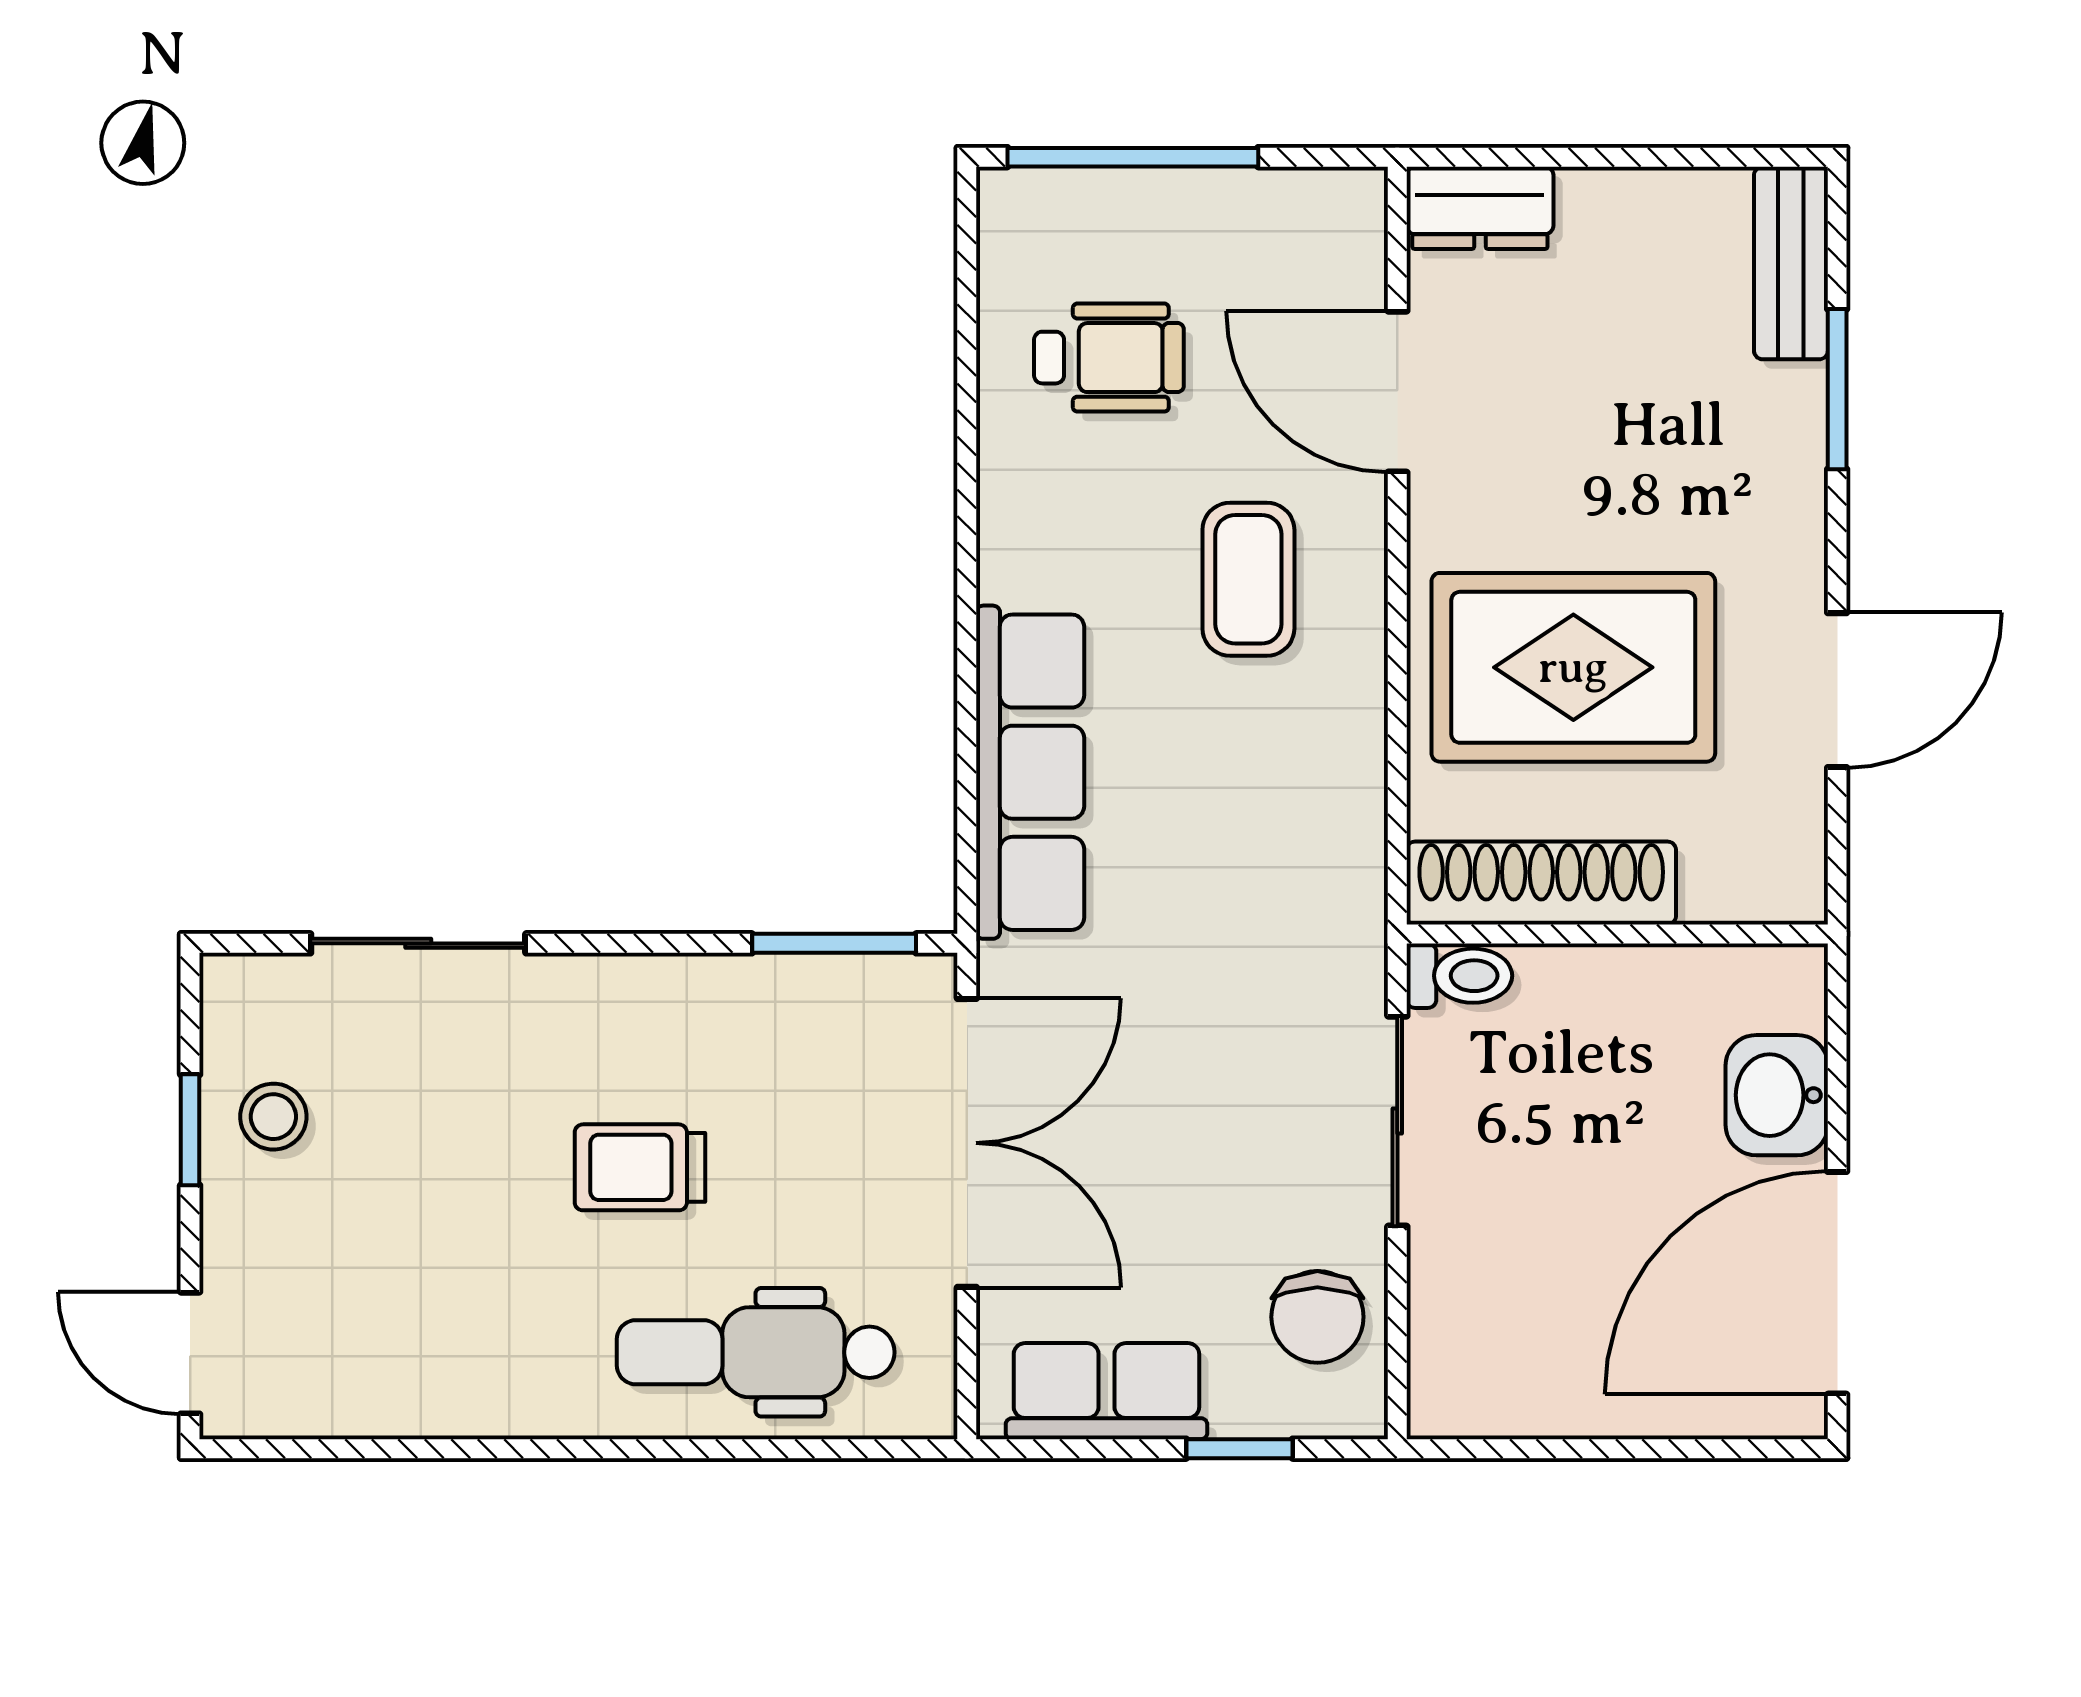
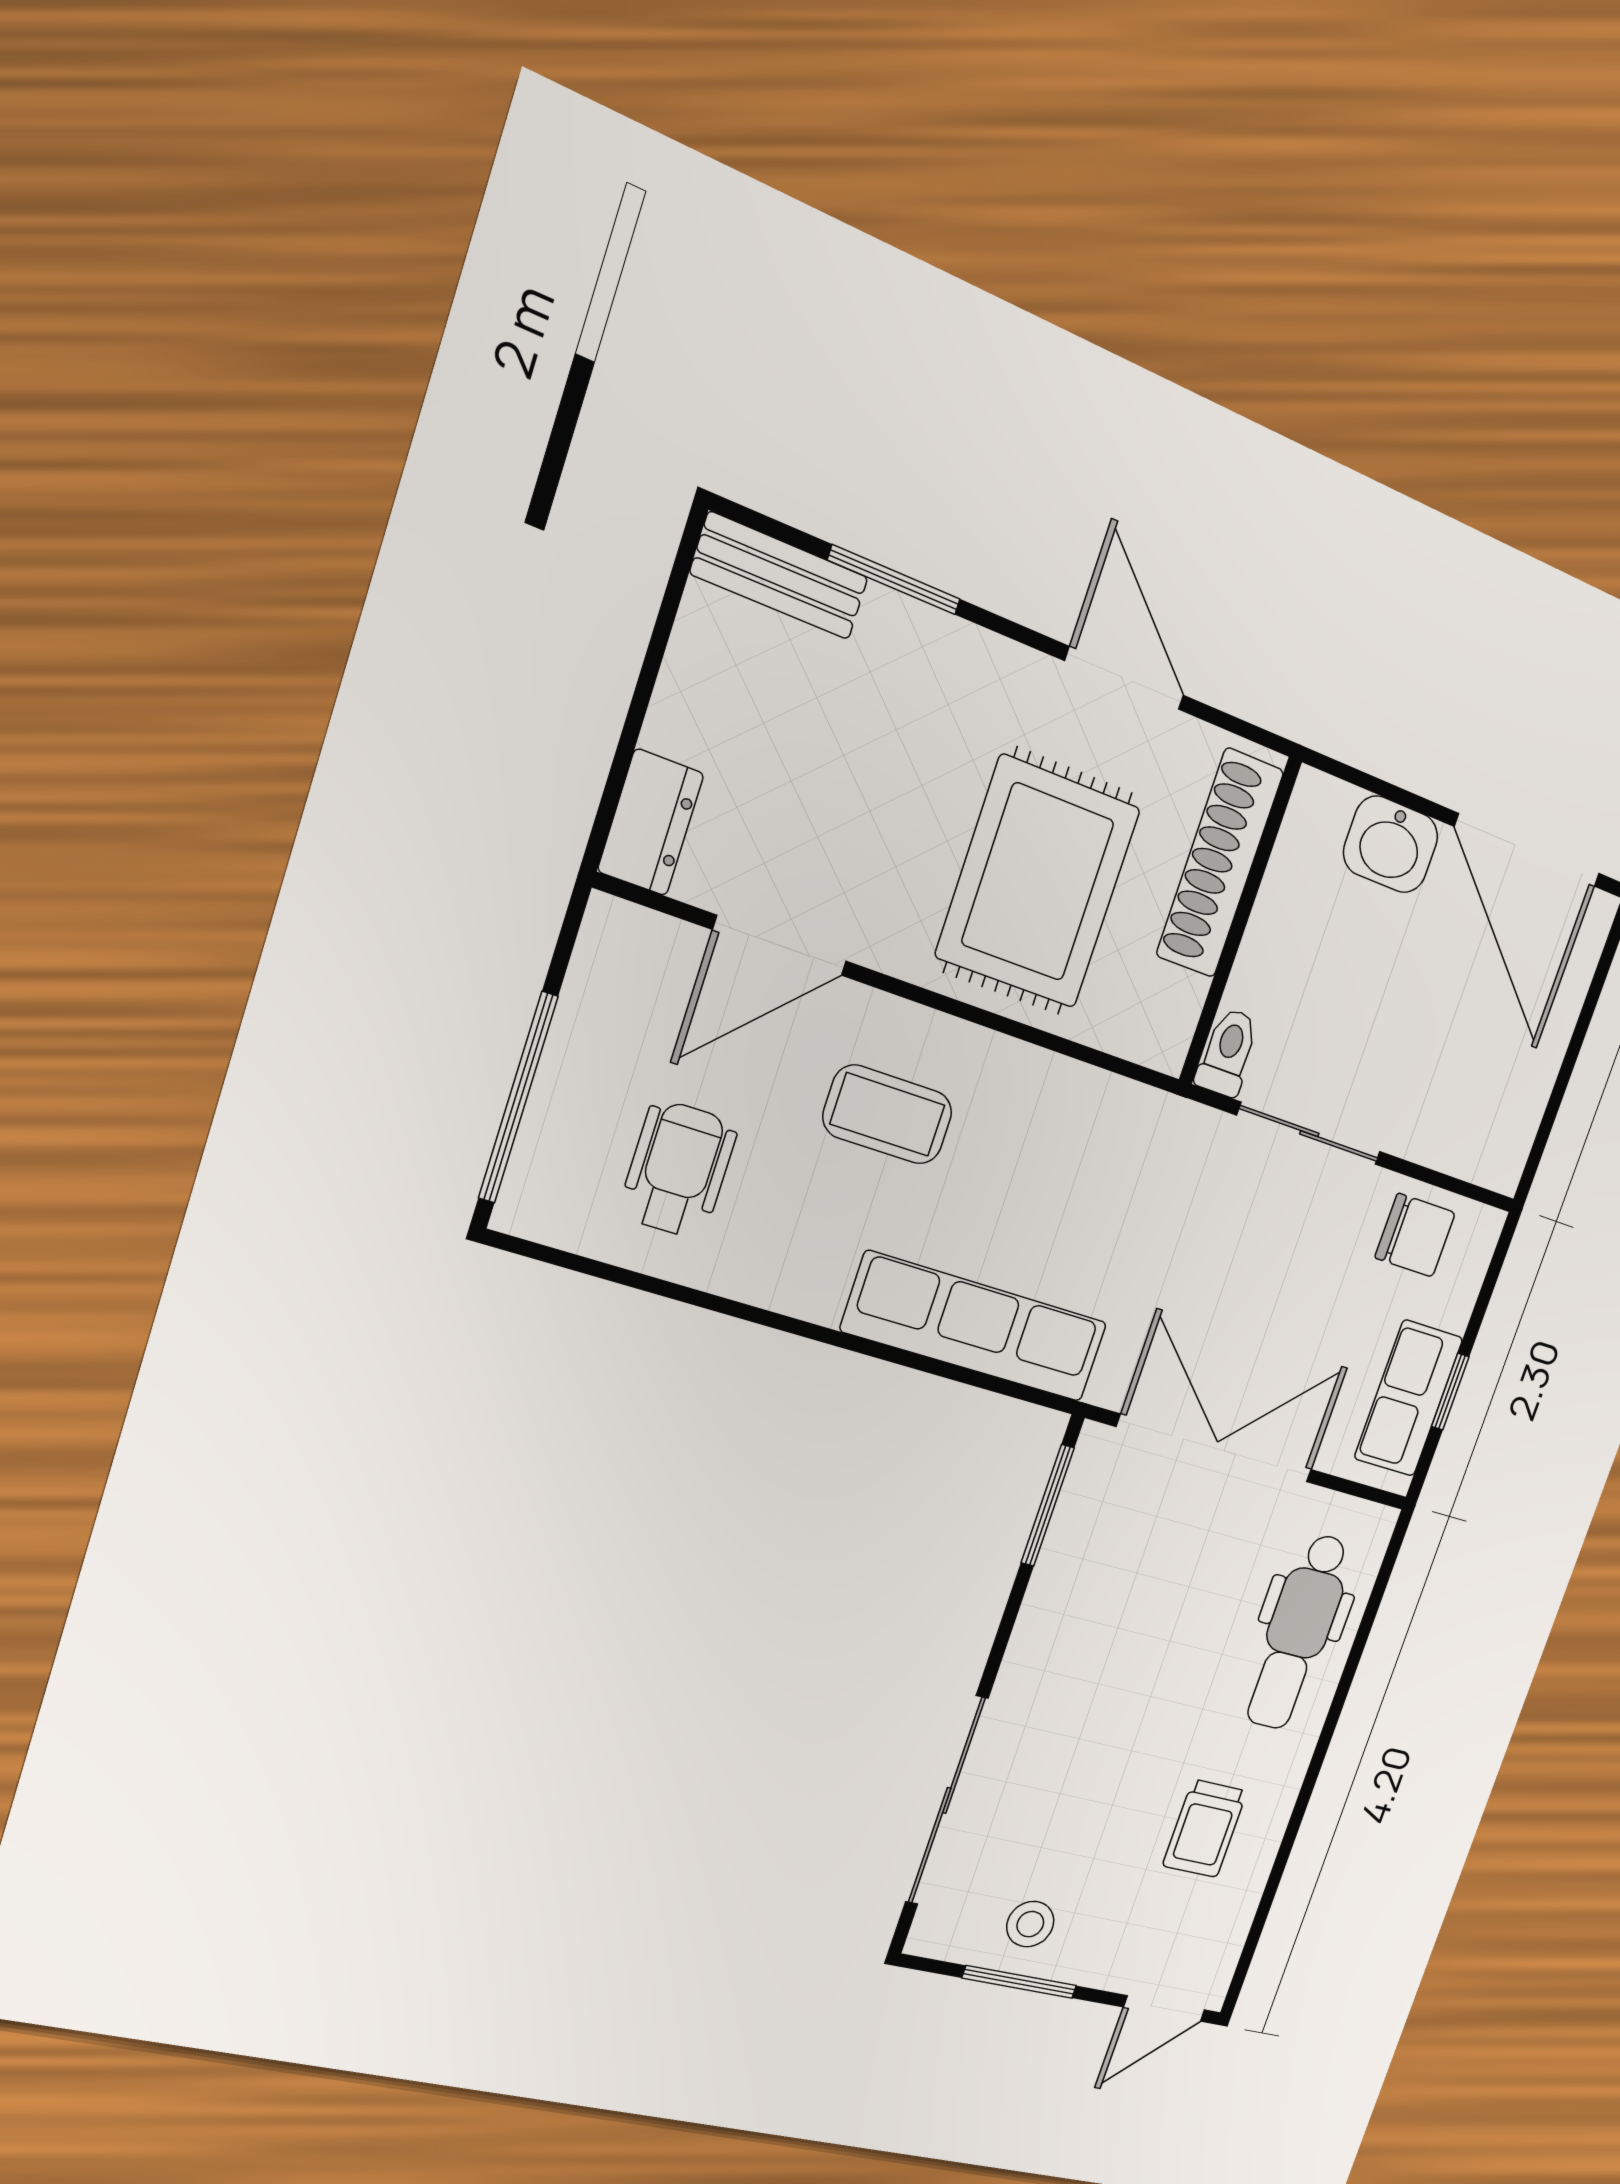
shoe rack: (1541, 883) -> (1220, 863), moved
sliding door: (418, 943) -> (947, 1800), width x1.37
window: (190, 1130) -> (1019, 1982), width x1.50
trolley: (640, 1167) -> (1205, 1828), moved
window: (1239, 1449) -> (1450, 1392), moved

